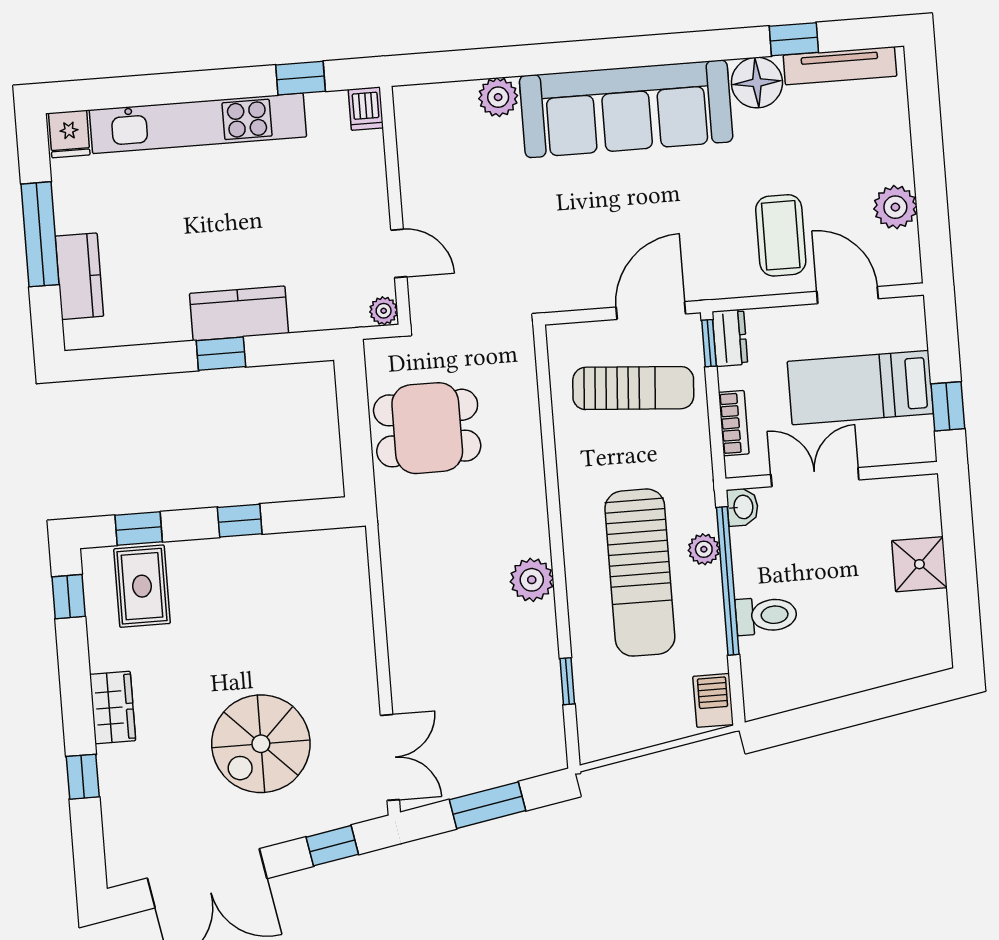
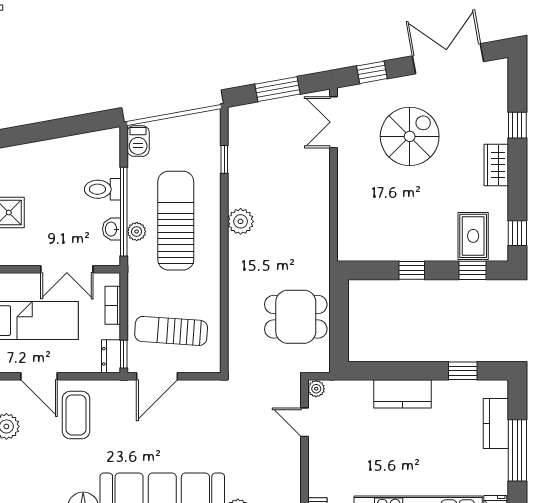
window: (221, 354) -> (463, 371), moved
washbasin: (742, 507) -> (112, 229), moved

